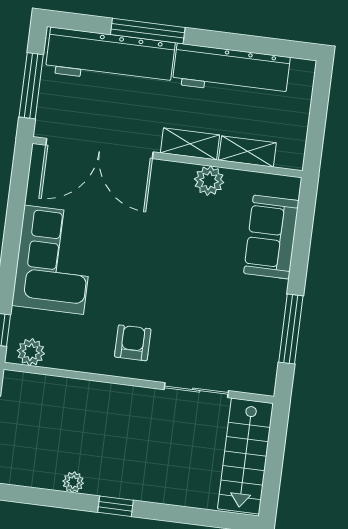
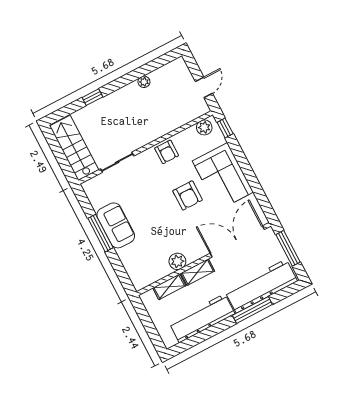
sofa: (271, 237) -> (116, 225), moved
armchair: (126, 268) -> (188, 195), added
window: (291, 329) -> (100, 233), moved
armchair: (133, 343) -> (167, 152), moved
window: (115, 506) -> (92, 97), moved

